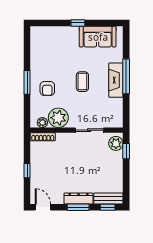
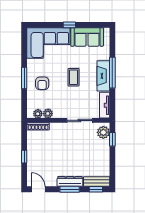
corner sofa: (54, 43) -> (48, 43), added
tv unit: (117, 113) -> (105, 105), added
plant: (58, 118) -> (48, 114), width x0.53, depth x0.53

